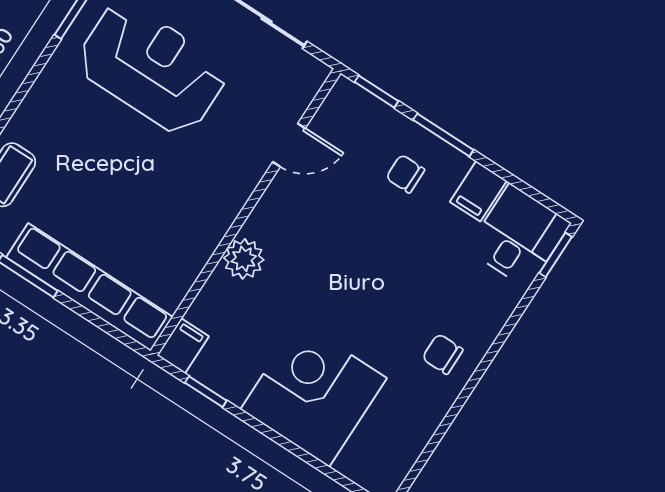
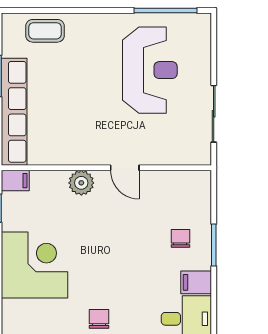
window: (377, 92) -> (214, 195), removed
door: (289, 145) -> (125, 168), moved

